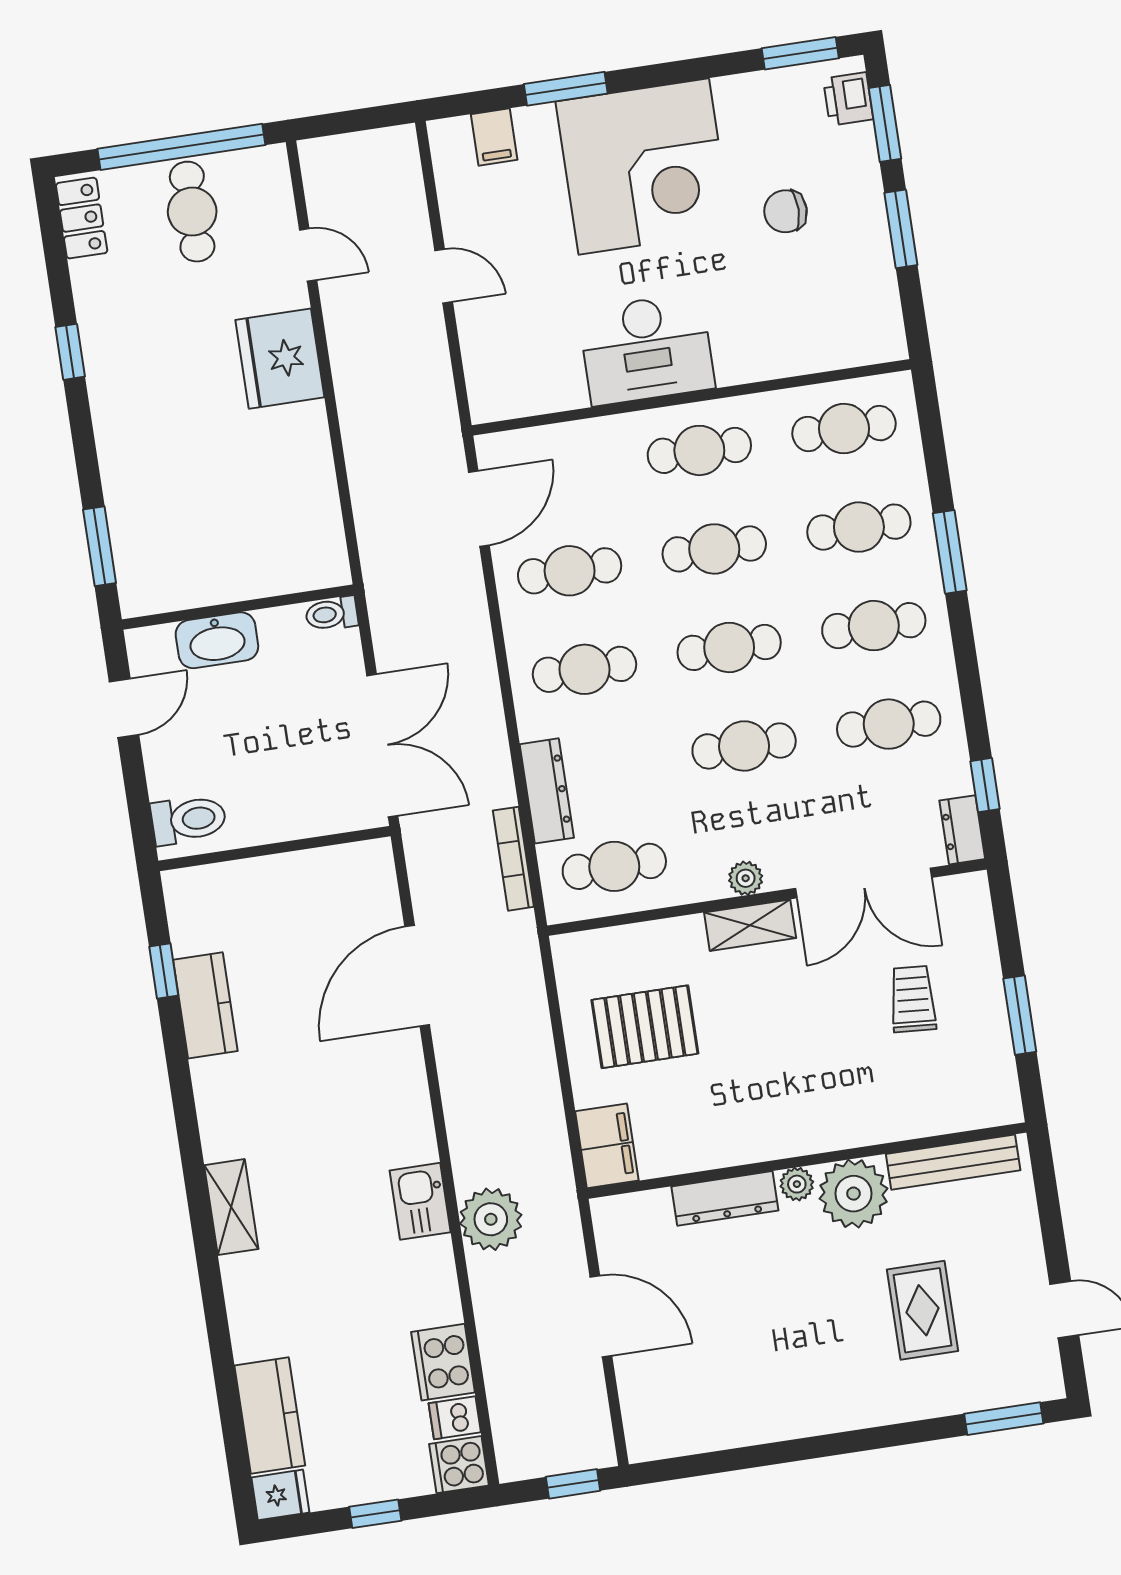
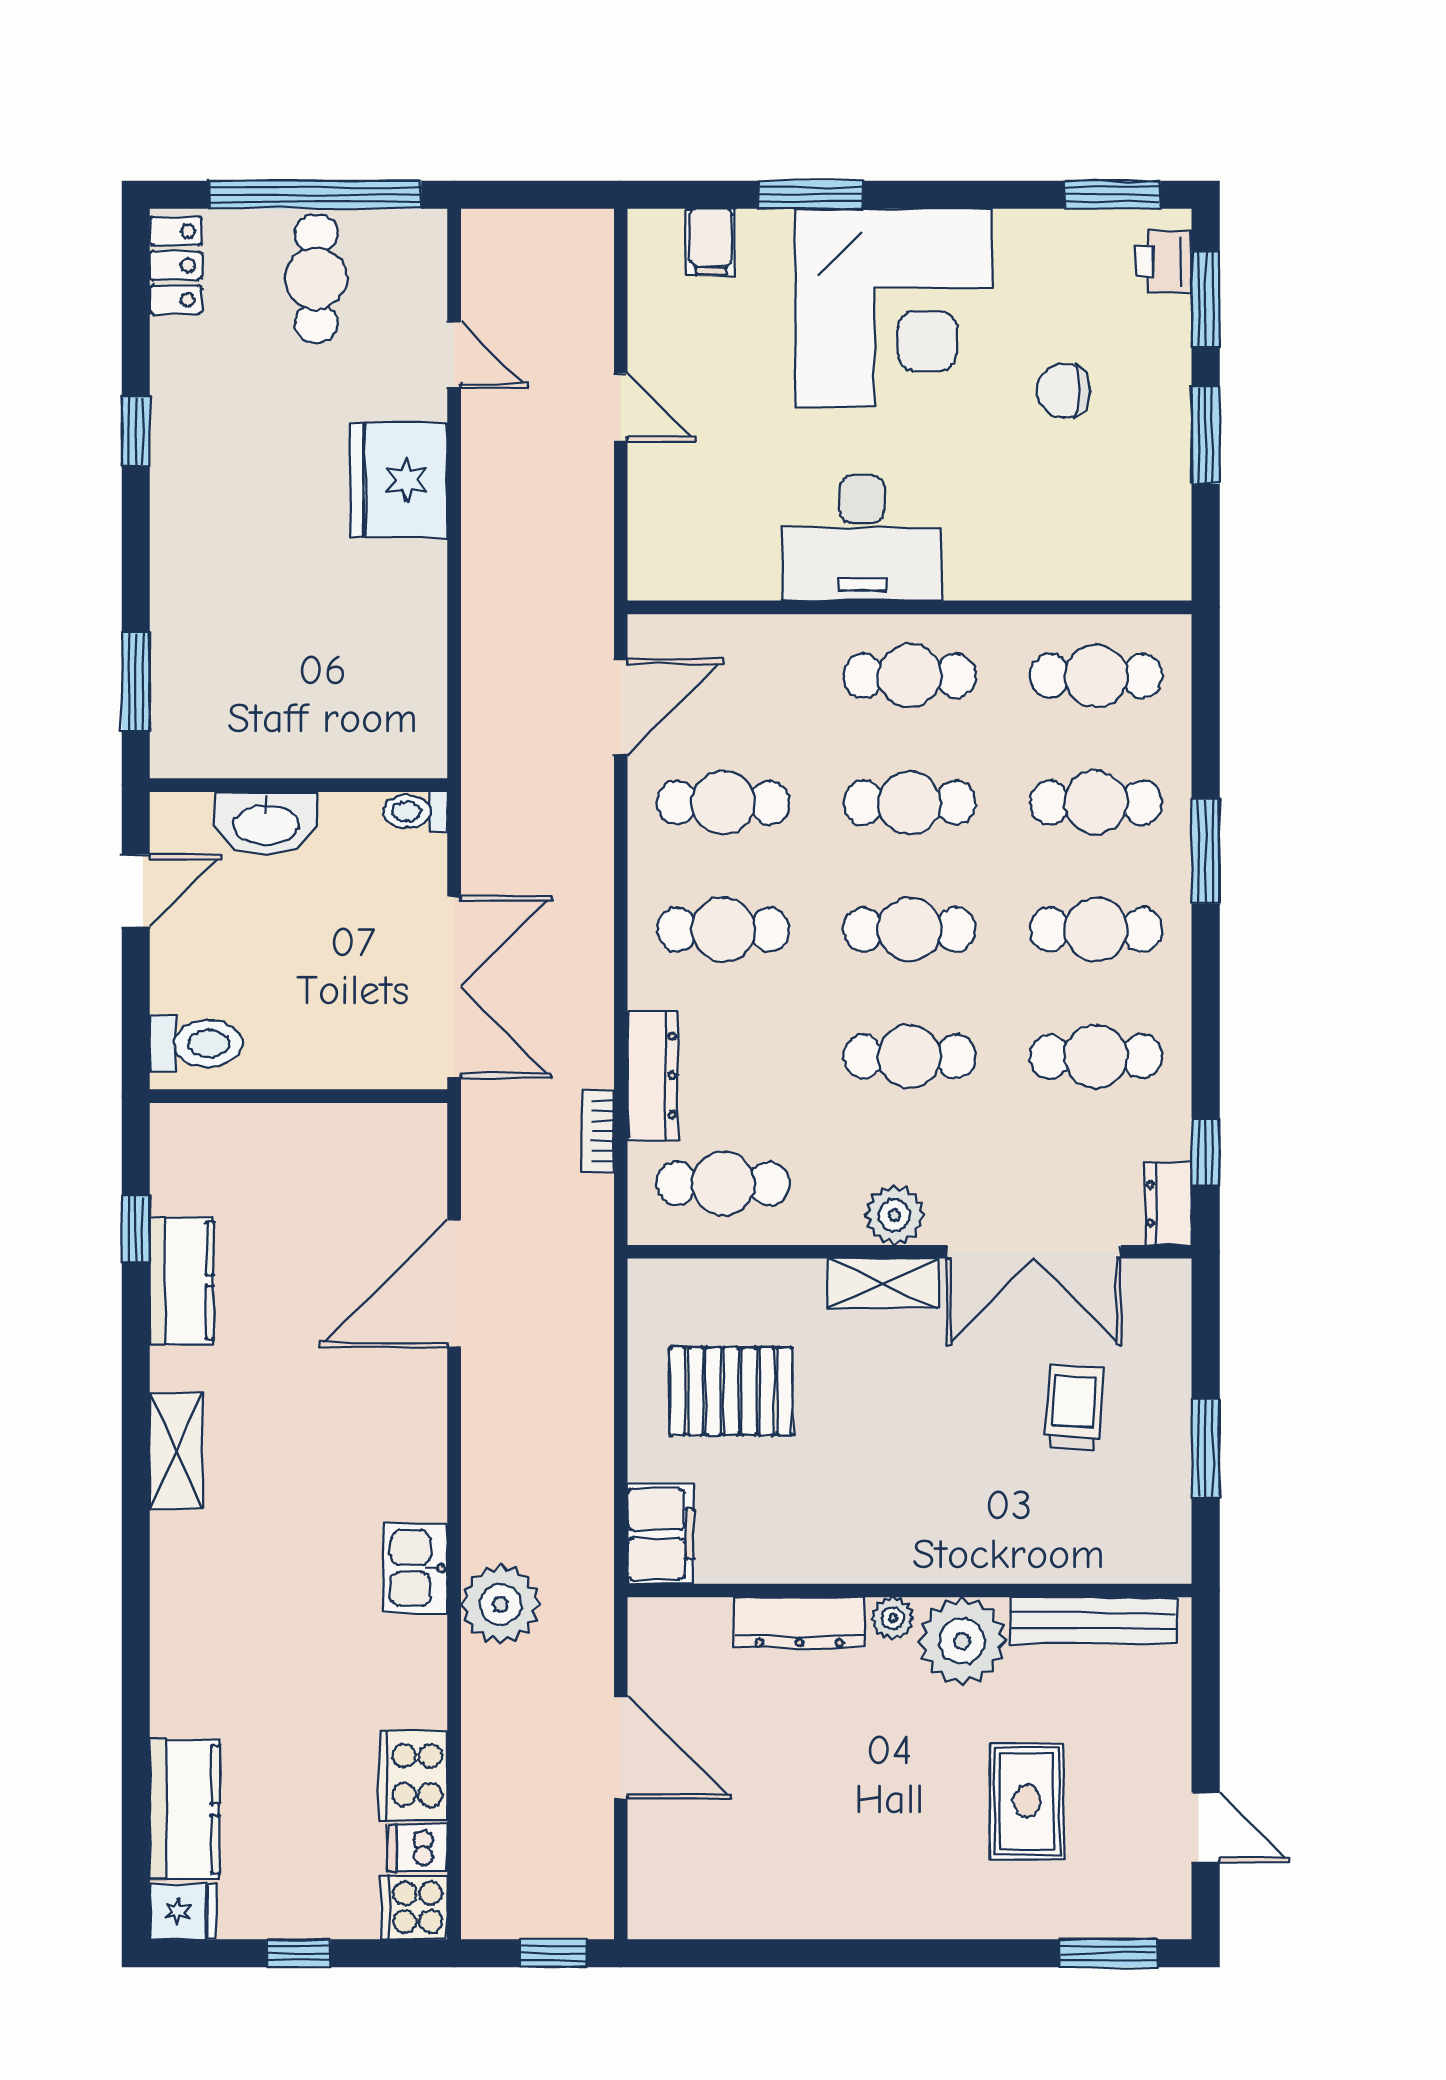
bookcase: (513, 859) -> (598, 1131), width x0.64
plant: (746, 878) -> (894, 1215), width x1.38, depth x1.38
shelving: (231, 1207) -> (176, 1451), moved

